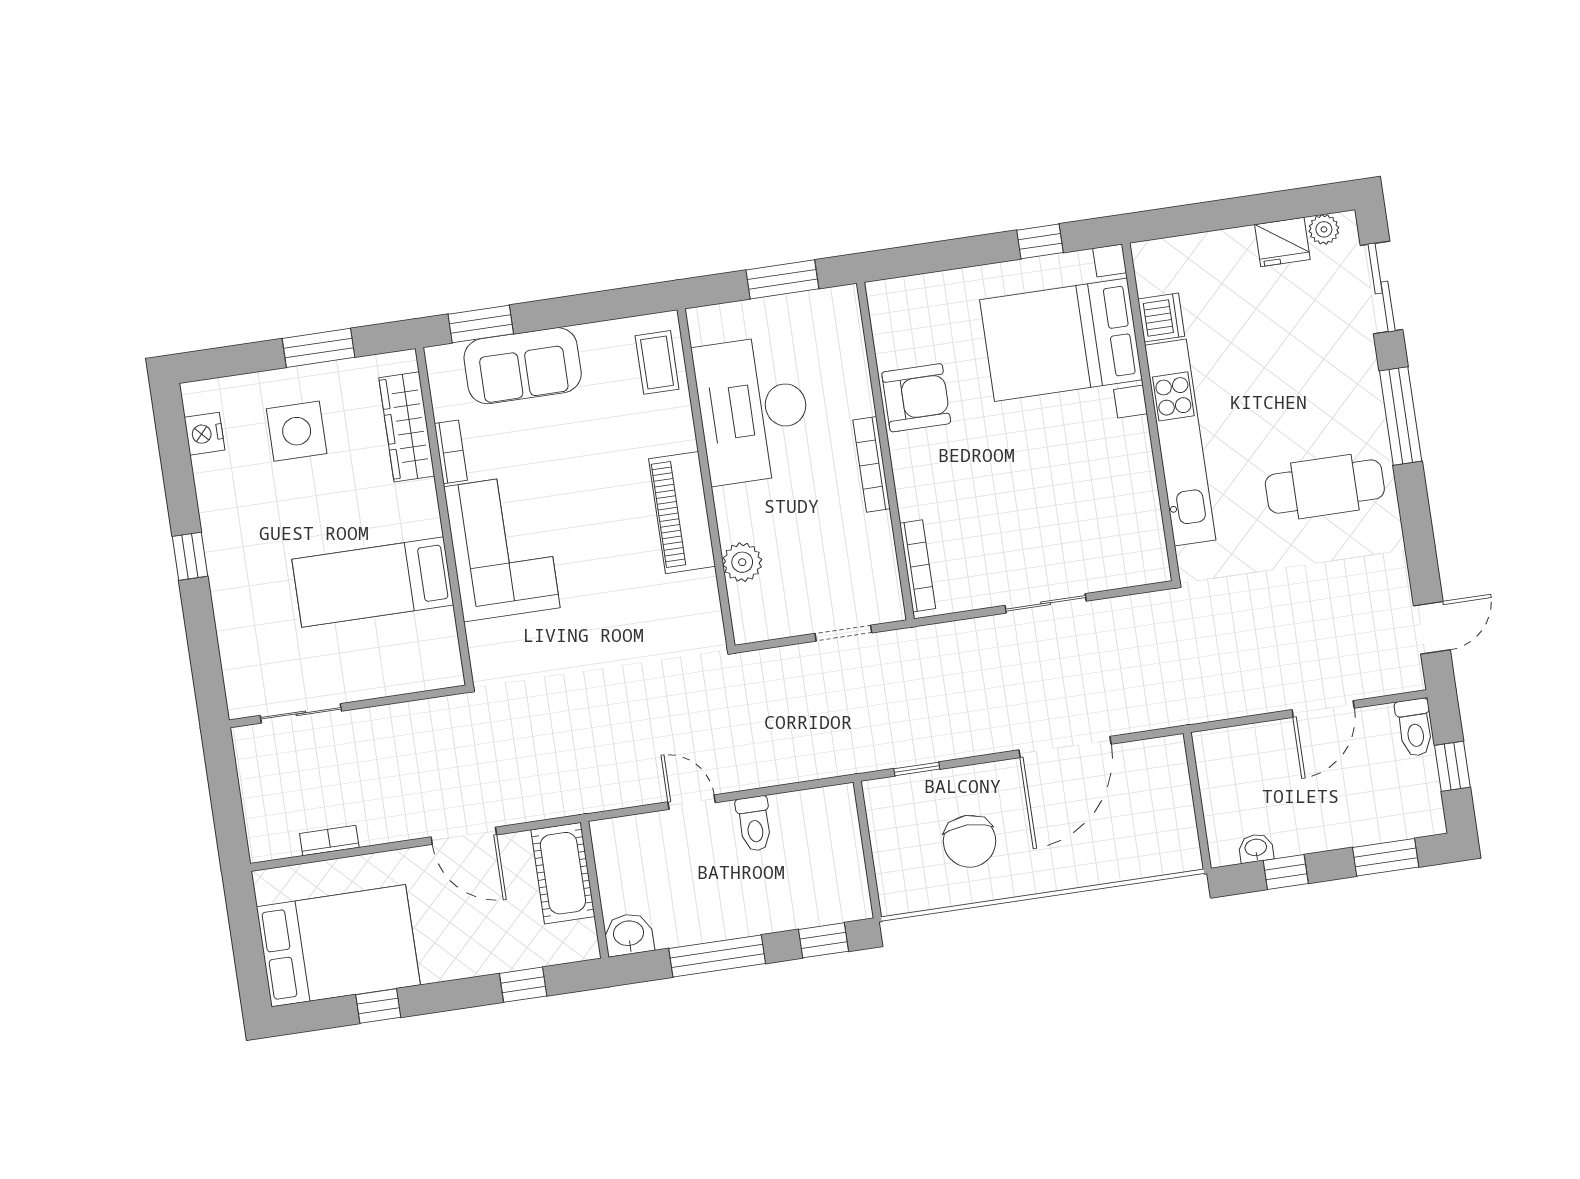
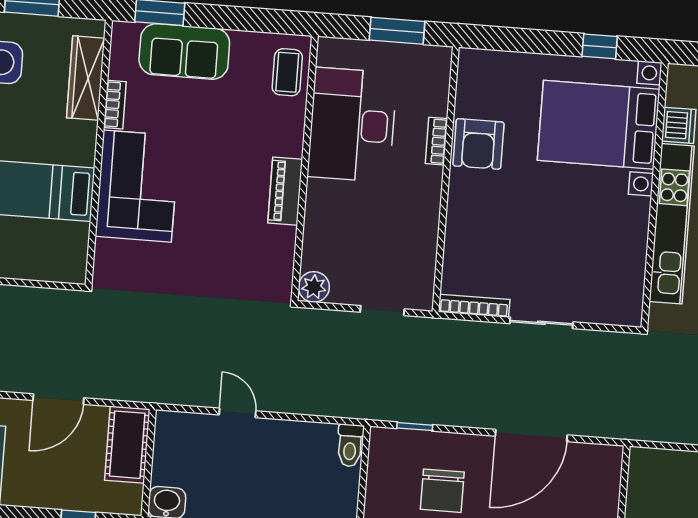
armchair: (916, 398) -> (478, 144), turned 90
bookcase: (872, 464) -> (436, 141), moved, width x0.64
piano: (682, 513) -> (285, 191), width x0.73, depth x0.75
plant: (742, 562) -> (314, 287), moved
bookcase: (918, 566) -> (474, 306), moved, turned -90
toilet: (754, 824) -> (350, 445), moved
door: (464, 836) -> (58, 399), hinge flipped

